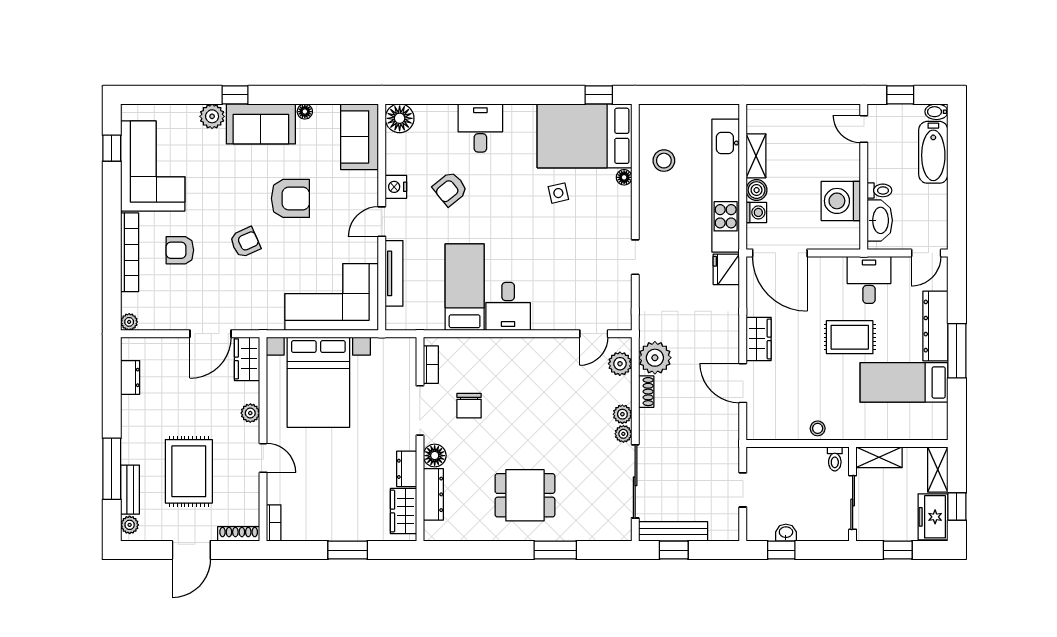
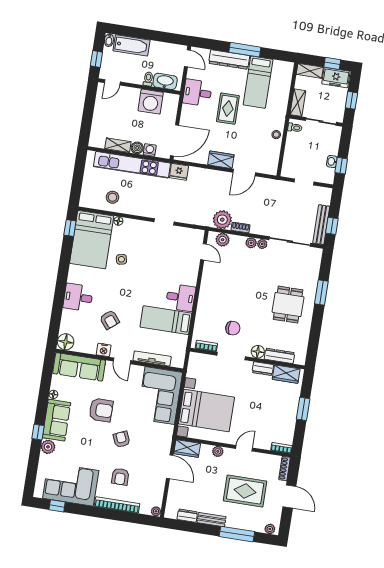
sofa: (360, 137) -> (79, 367), width x1.36
armchair: (290, 198) -> (101, 410), turned 90
bench: (130, 490) -> (211, 520), moved

